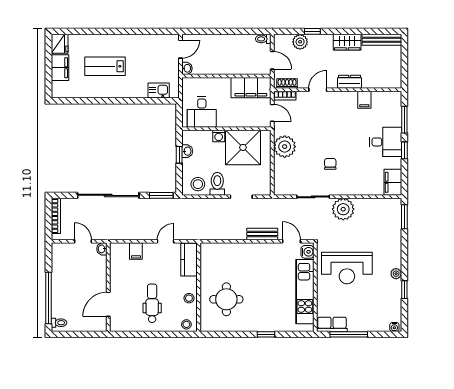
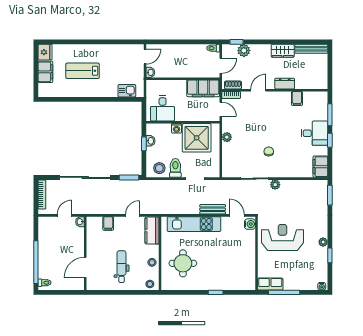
window: (312, 31) -> (237, 42), moved
door: (272, 60) -> (221, 66), hinge flipped
plant: (285, 147) -> (227, 137), width x0.53, depth x0.53
plant: (343, 209) -> (275, 185), width x0.53, depth x0.53
door: (83, 241) -> (64, 215), hinge flipped
reception desk: (347, 268) -> (283, 237), turned 180
kitchen unit: (305, 292) -> (194, 224), moved, turned -90

